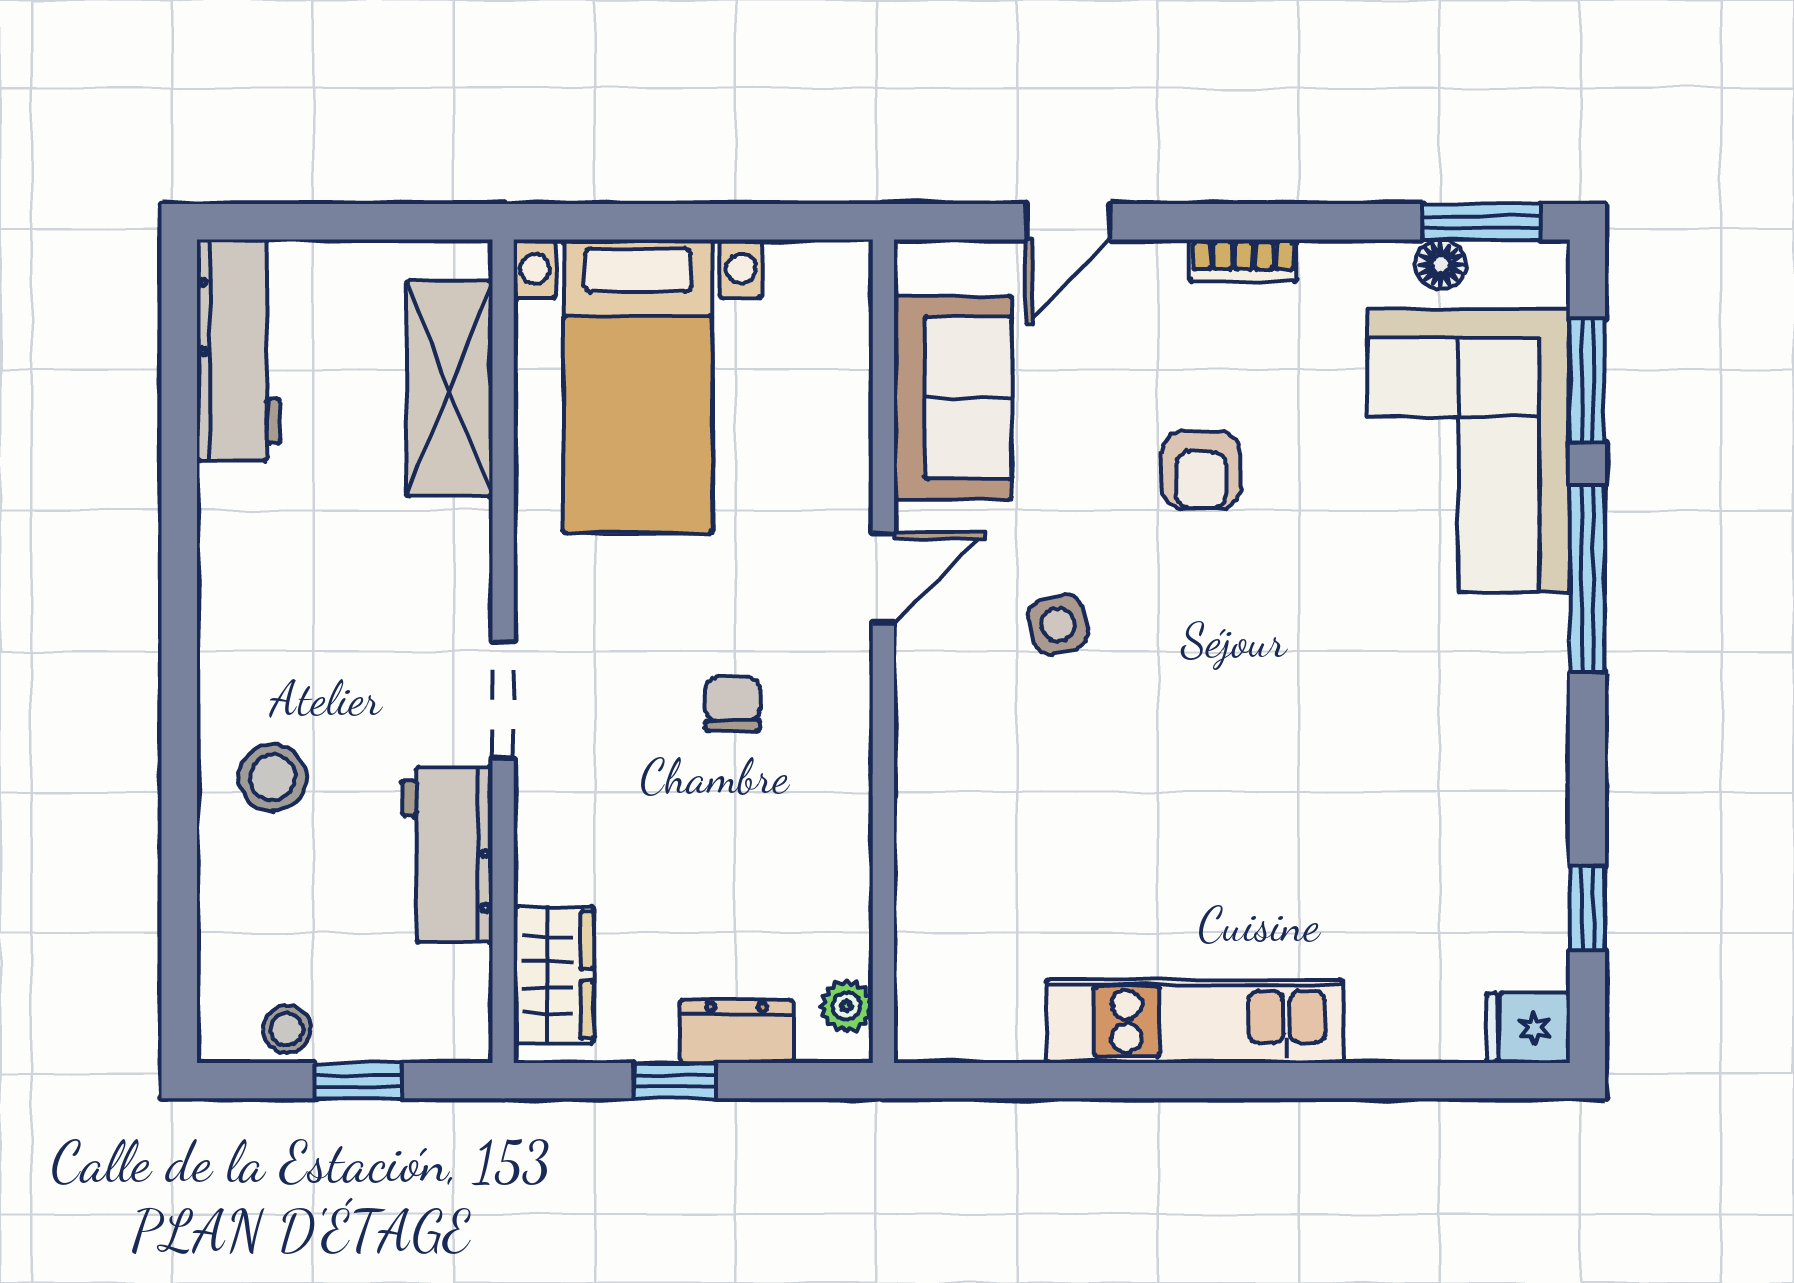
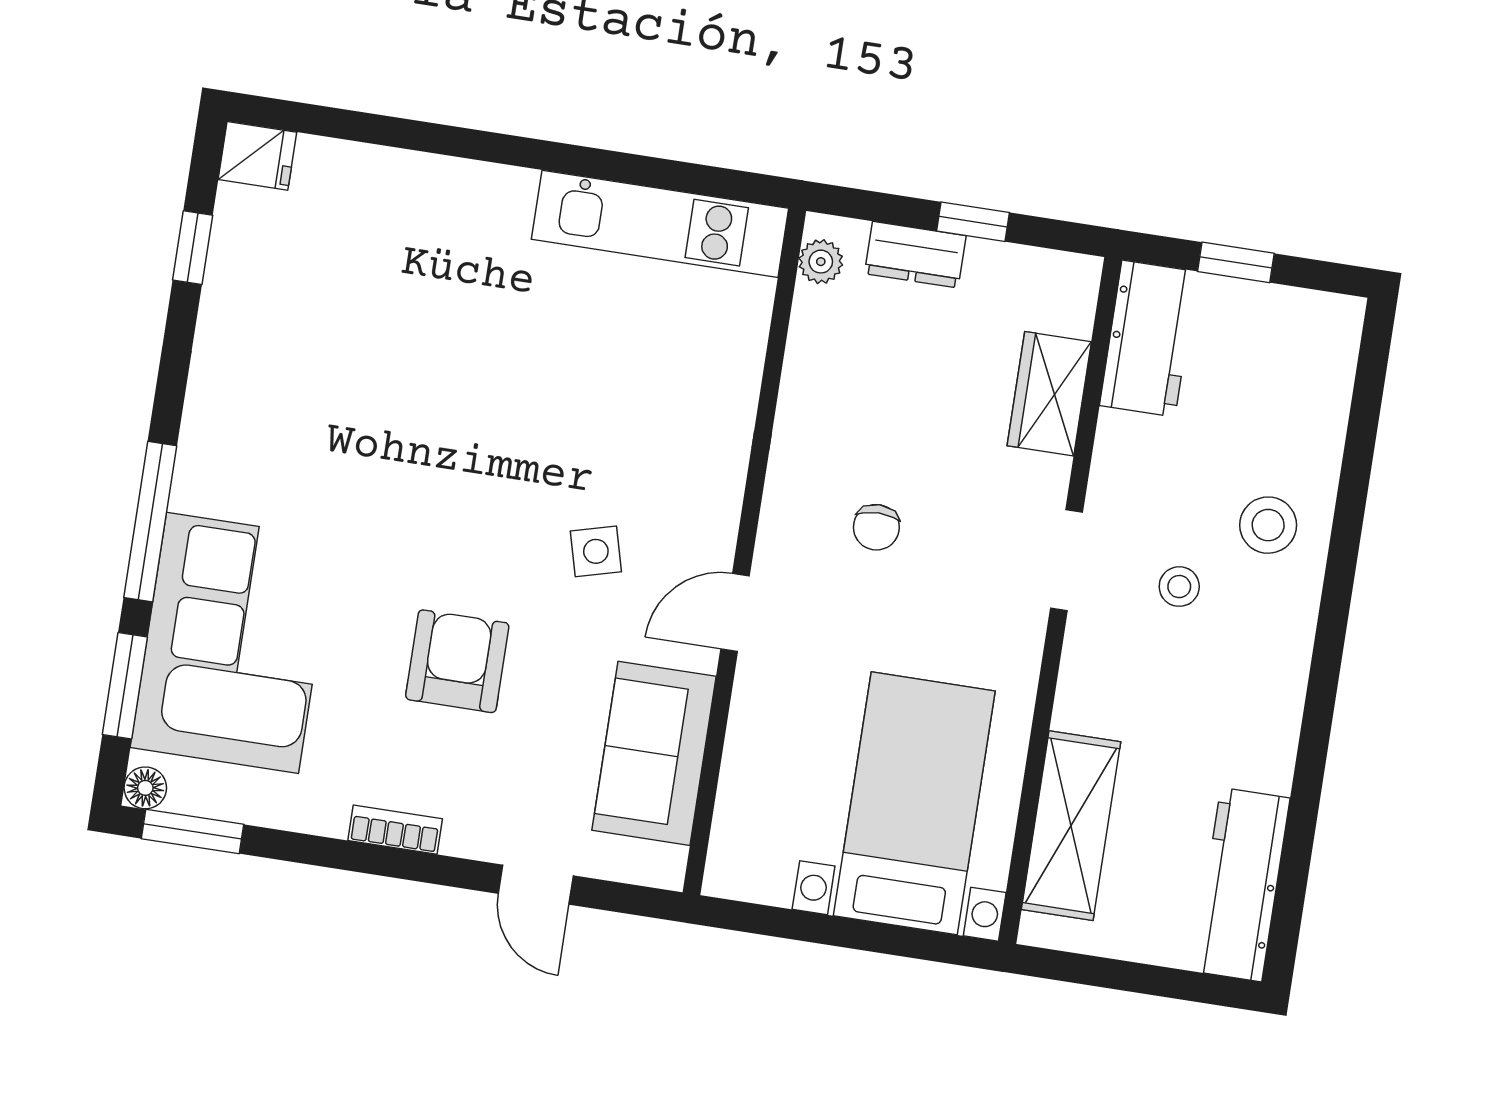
door: (1068, 222) -> (536, 885), swing flipped
floor lamp: (1441, 264) -> (145, 788), moved
armchair: (1201, 470) -> (457, 661), width x1.38, depth x1.38
workbench: (447, 854) -> (1148, 339), moved
wardrobe: (554, 975) -> (1049, 394), moved
kitchen unit: (1195, 1021) -> (660, 224), moved
stool: (287, 1029) -> (1179, 587), moved

